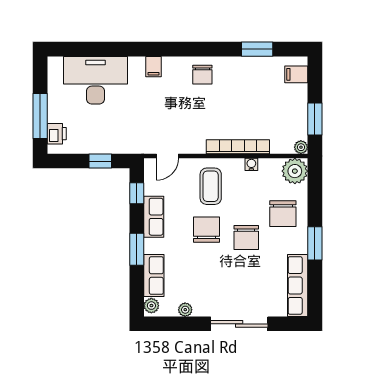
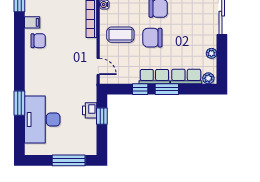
window: (118, 49) -> (19, 103), added
filing cabinet: (153, 67) -> (32, 22), moved
printer: (57, 134) -> (90, 110), moved, turned -90
window: (137, 193) -> (140, 89), moved
row of seats: (154, 217) -> (154, 77), moved

